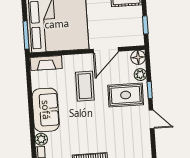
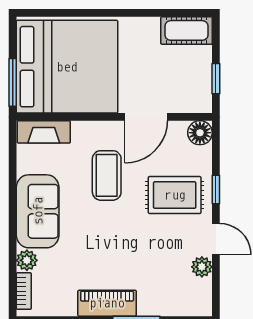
plant: (140, 75) -> (202, 267), moved

